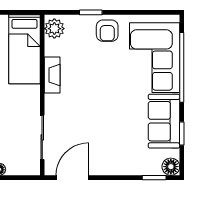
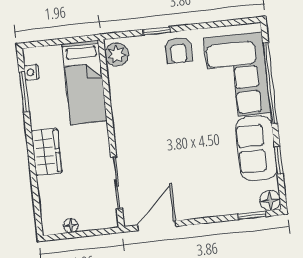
fireplace: (52, 75) -> (120, 109), removed

